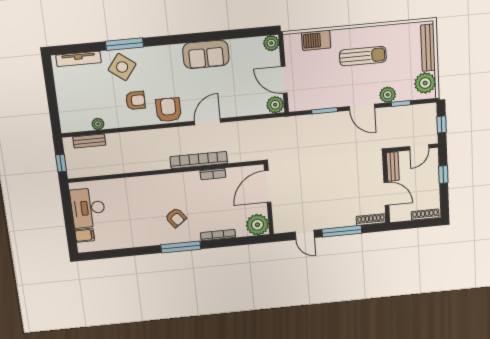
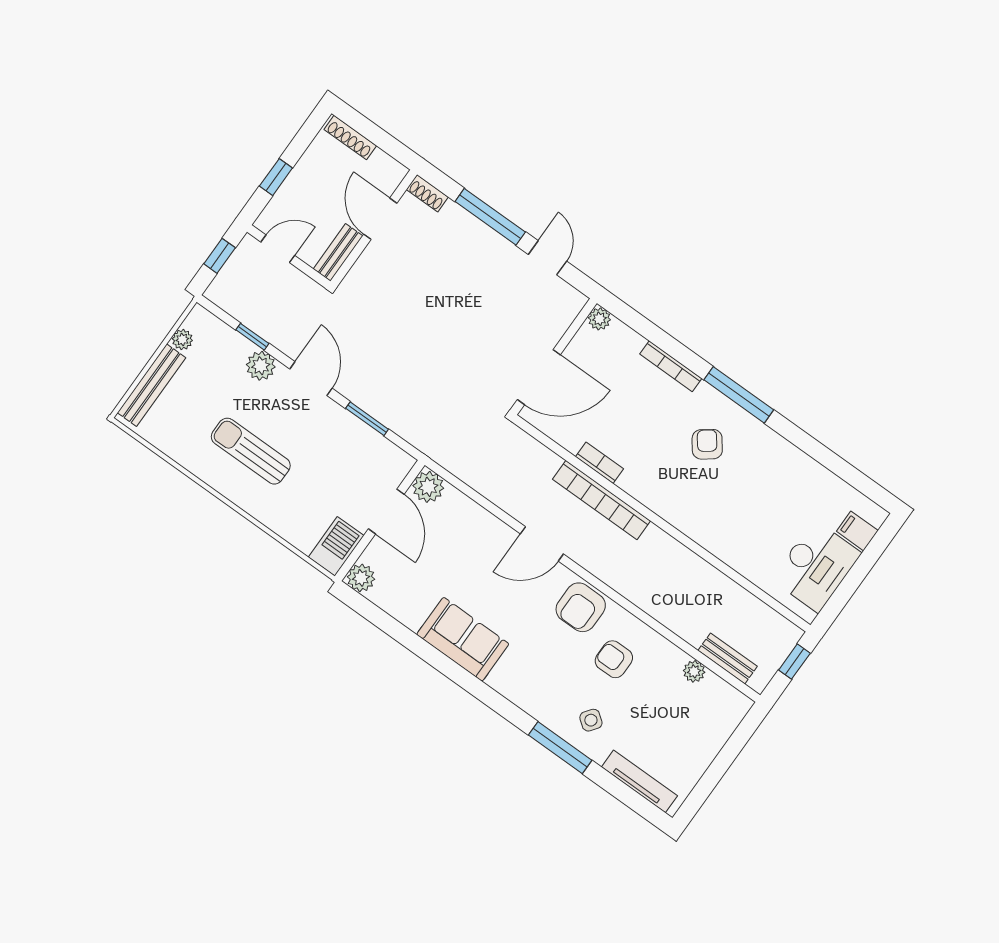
barbecue: (316, 40) -> (336, 546), moved, turned -90
side table: (122, 67) -> (591, 720), width x0.54, depth x0.54
plant: (425, 83) -> (182, 340), width x0.53, depth x0.53
shoe rack: (371, 220) -> (427, 193), width x0.70
plant: (257, 225) -> (599, 319), width x0.53, depth x0.53

